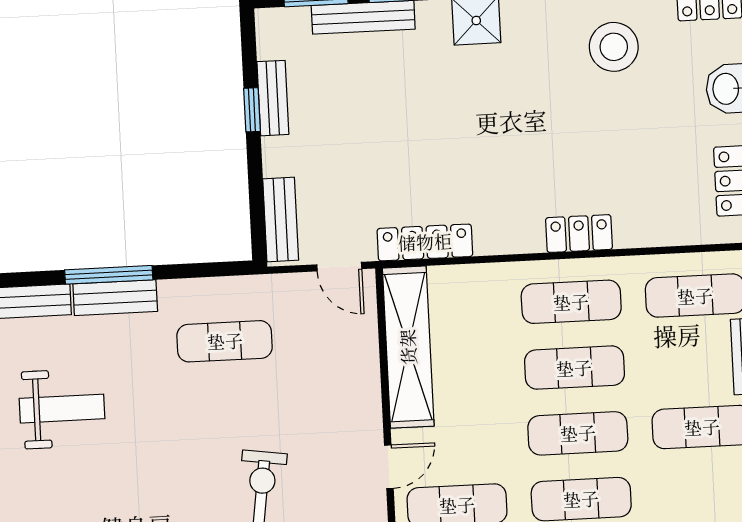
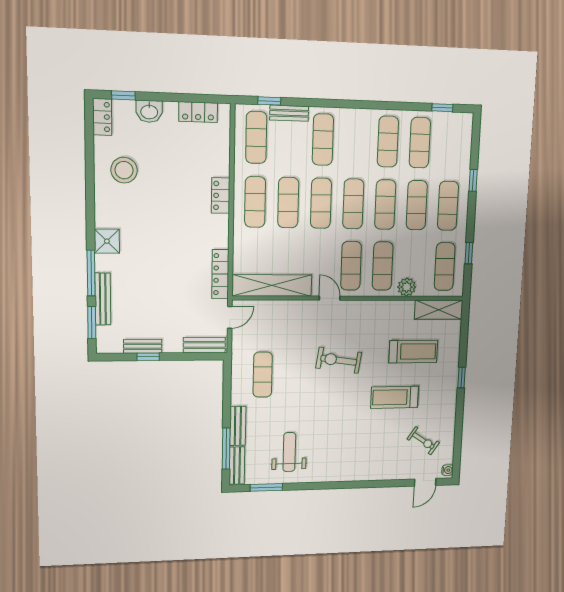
window: (109, 275) -> (226, 449), moved

